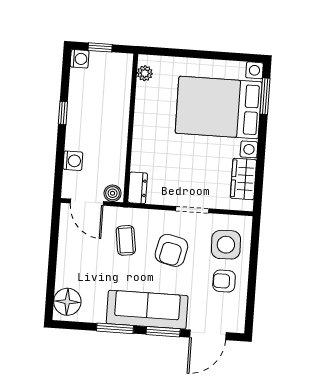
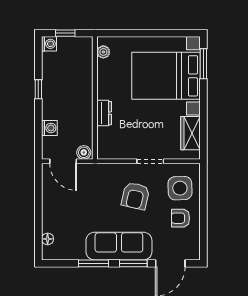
dresser: (138, 188) -> (104, 113), moved
coffee table: (126, 240) -> (97, 190), removed
floor lamp: (67, 302) -> (48, 239), width x0.53, depth x0.53

